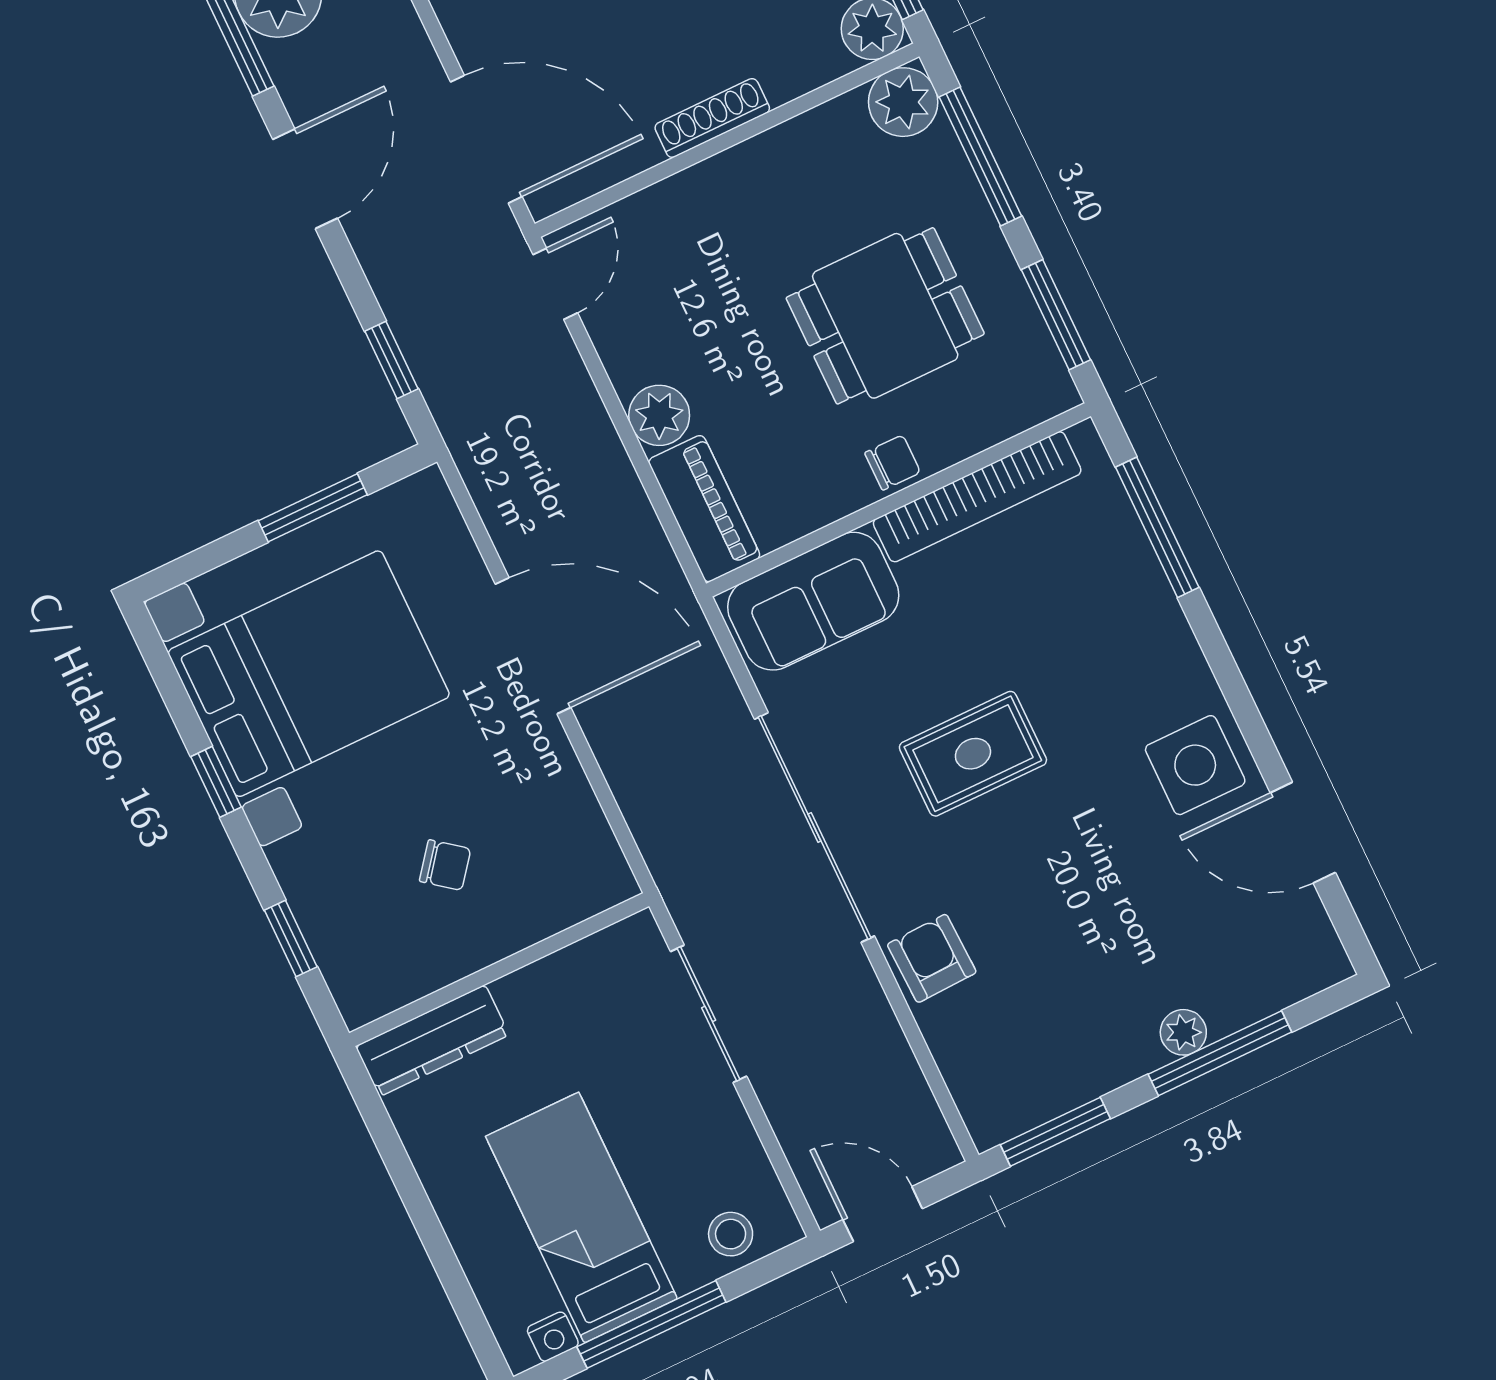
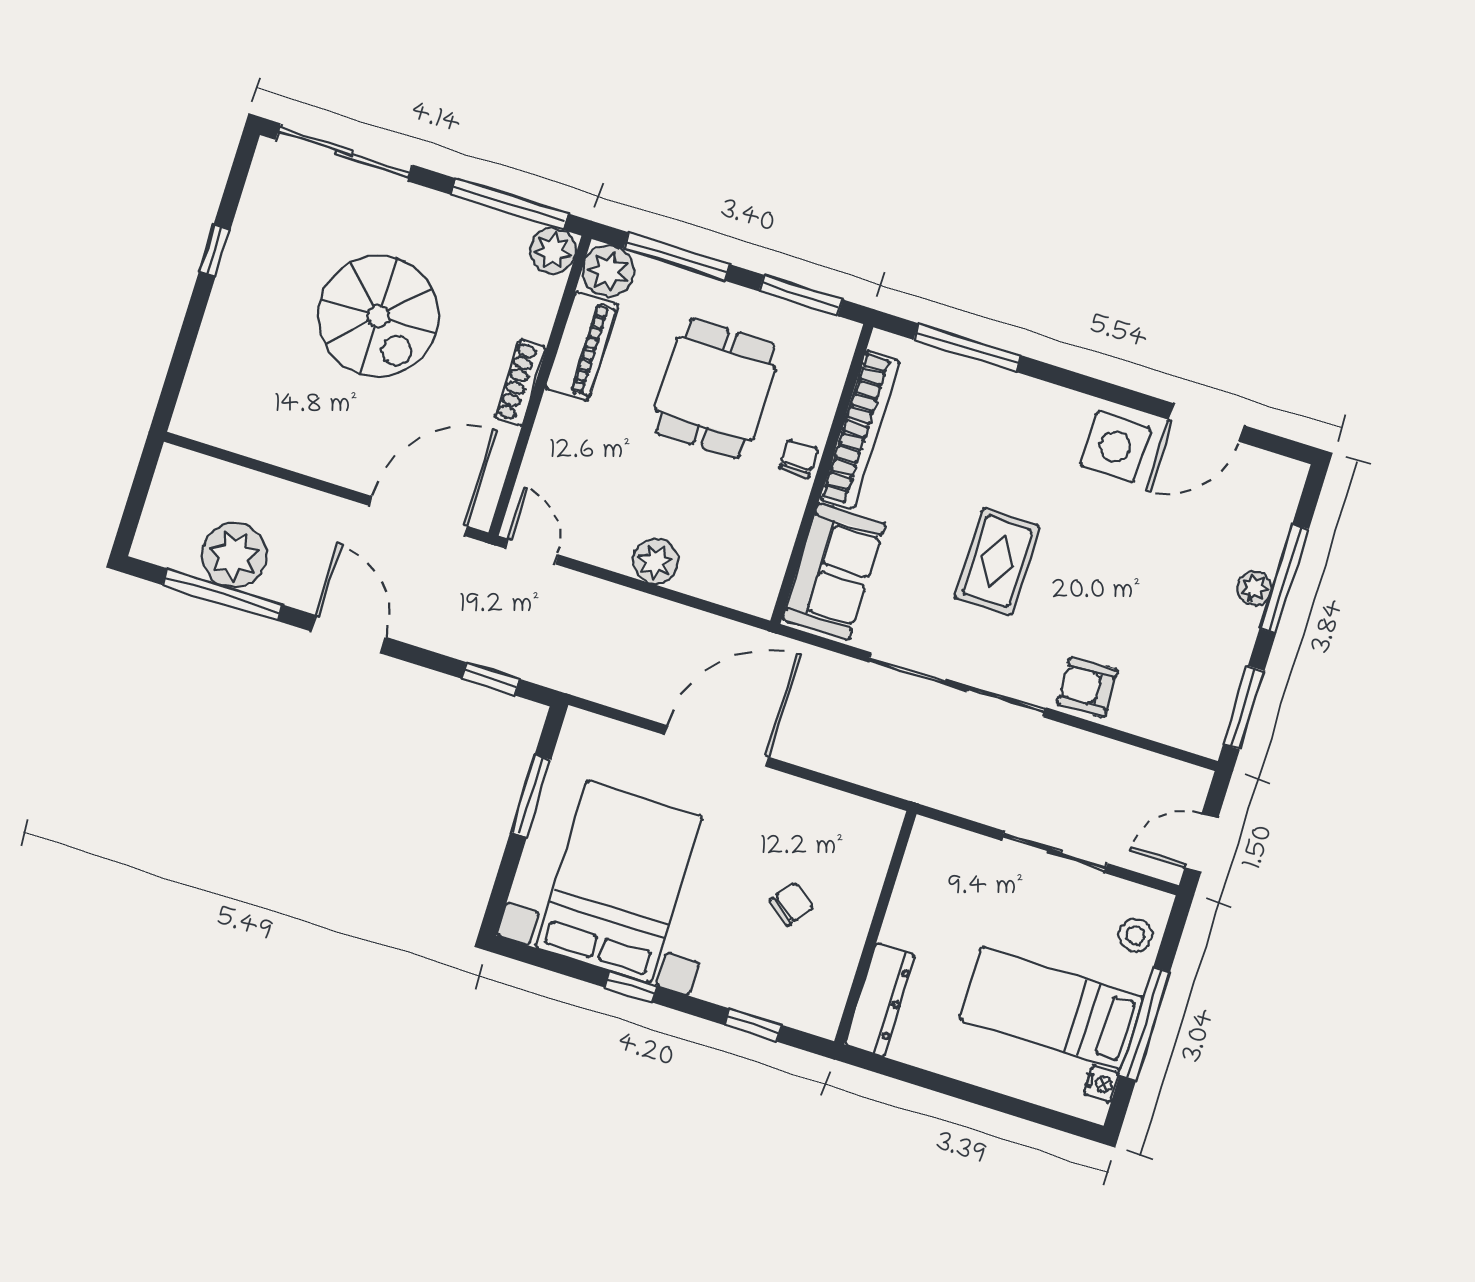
piano: (704, 509) -> (582, 346), moved, turned 90
sliding door: (709, 1014) -> (1055, 852), moved

